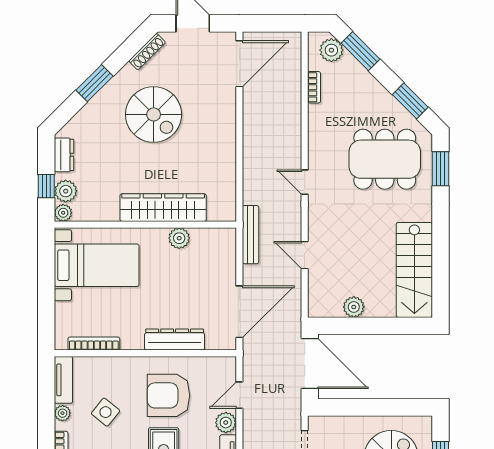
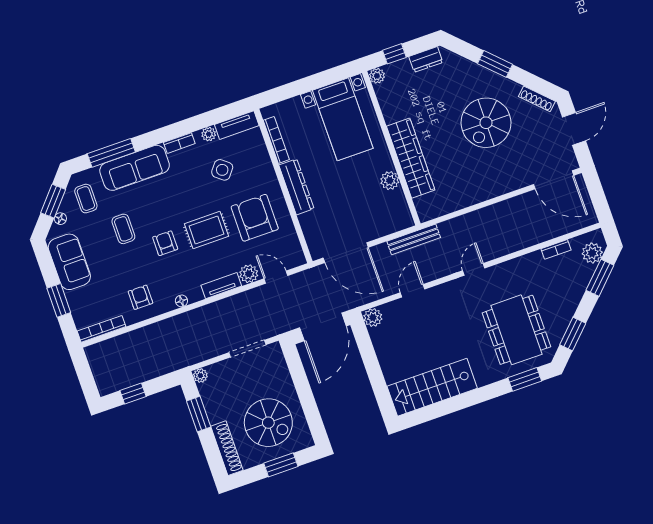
plant: (66, 191) -> (396, 72), removed
plant: (354, 307) -> (373, 317), moved
dresser: (175, 340) -> (296, 187), moved

